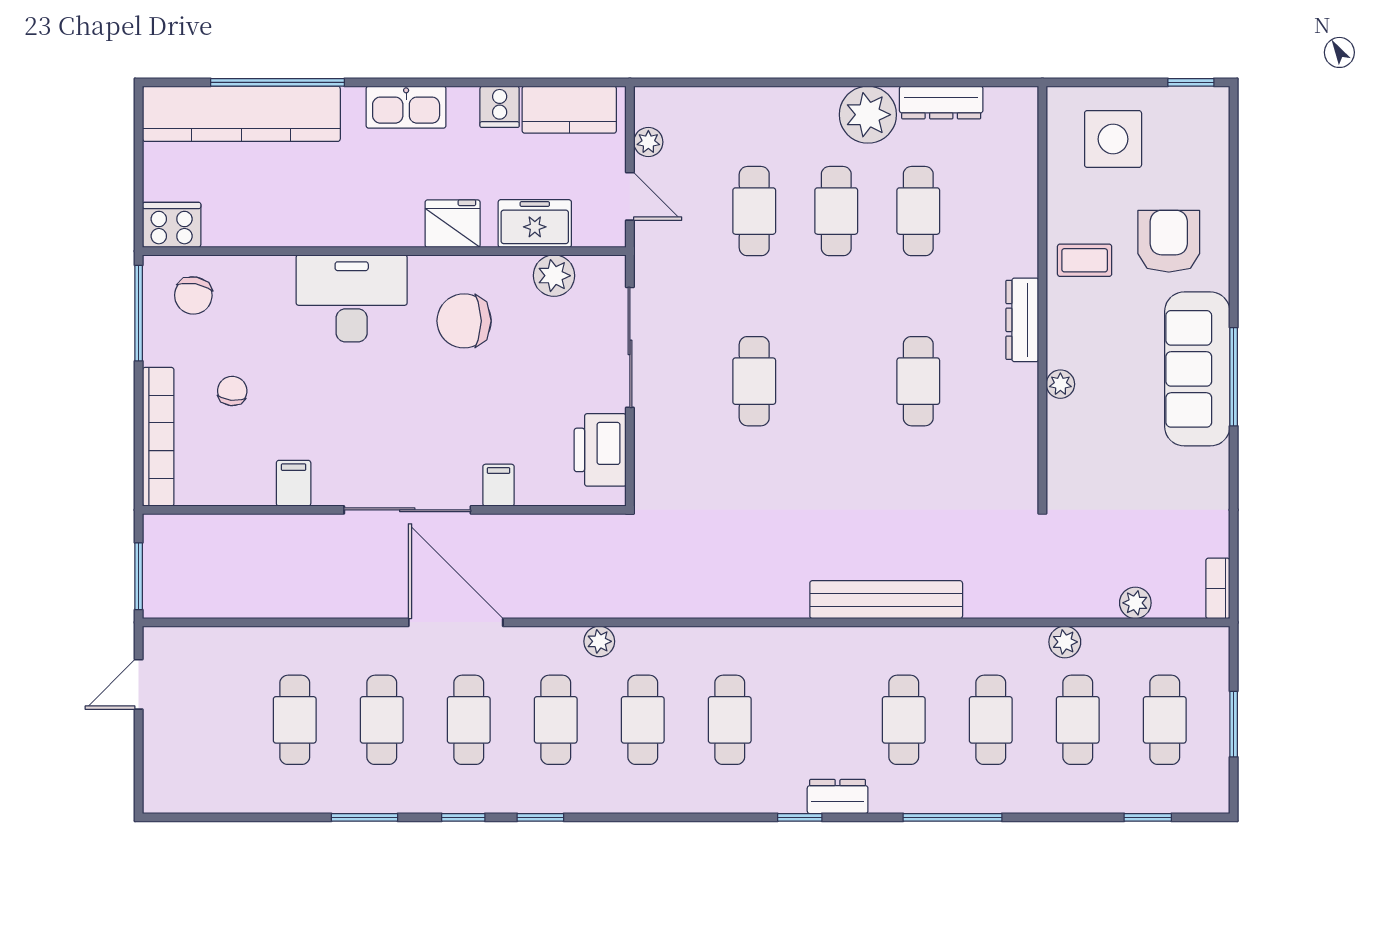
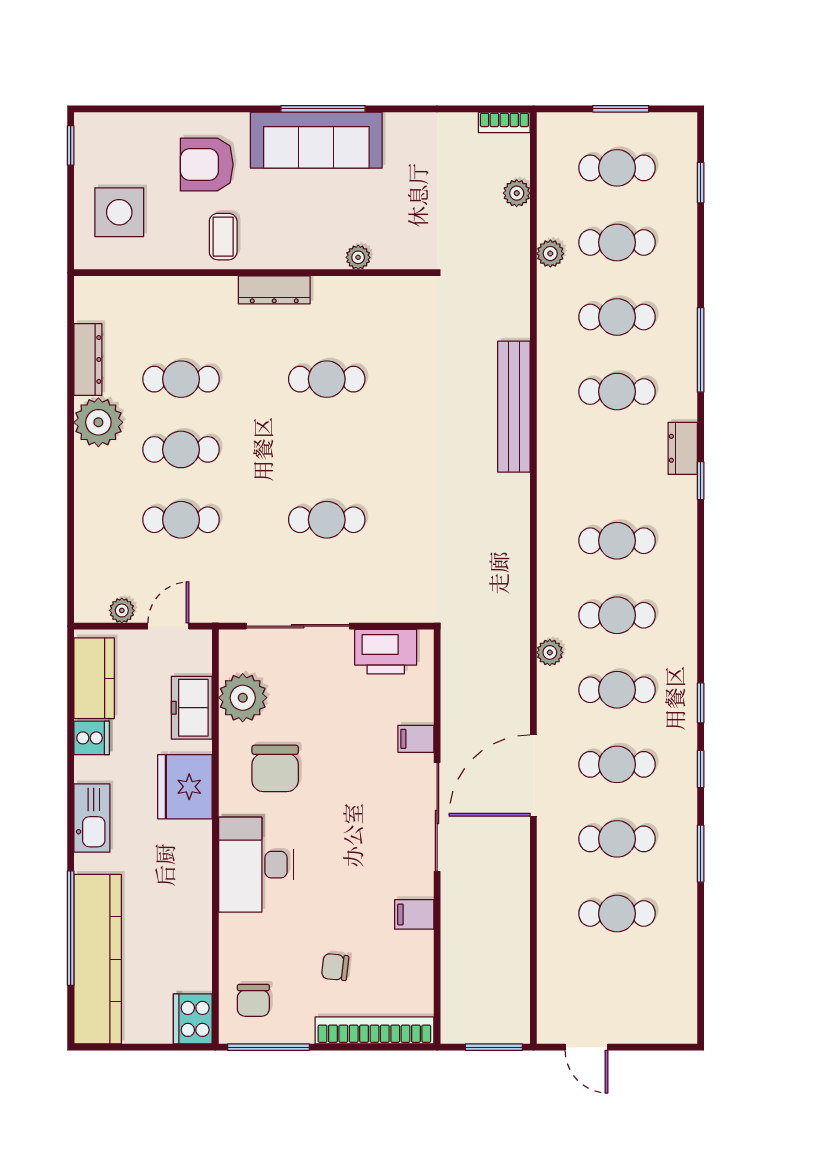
fridge: (453, 224) -> (185, 787), width x1.36, depth x1.34
plant: (554, 276) -> (243, 698), width x1.36, depth x1.36
chair: (193, 295) -> (253, 1000), turned 80
plant: (1060, 384) -> (358, 257), moved

